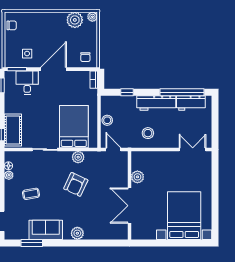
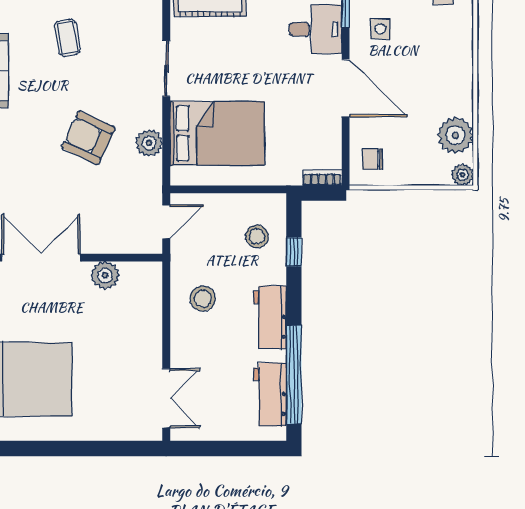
workbench: (156, 103) -> (270, 317), width x0.73
stool: (107, 120) -> (257, 236), moved

